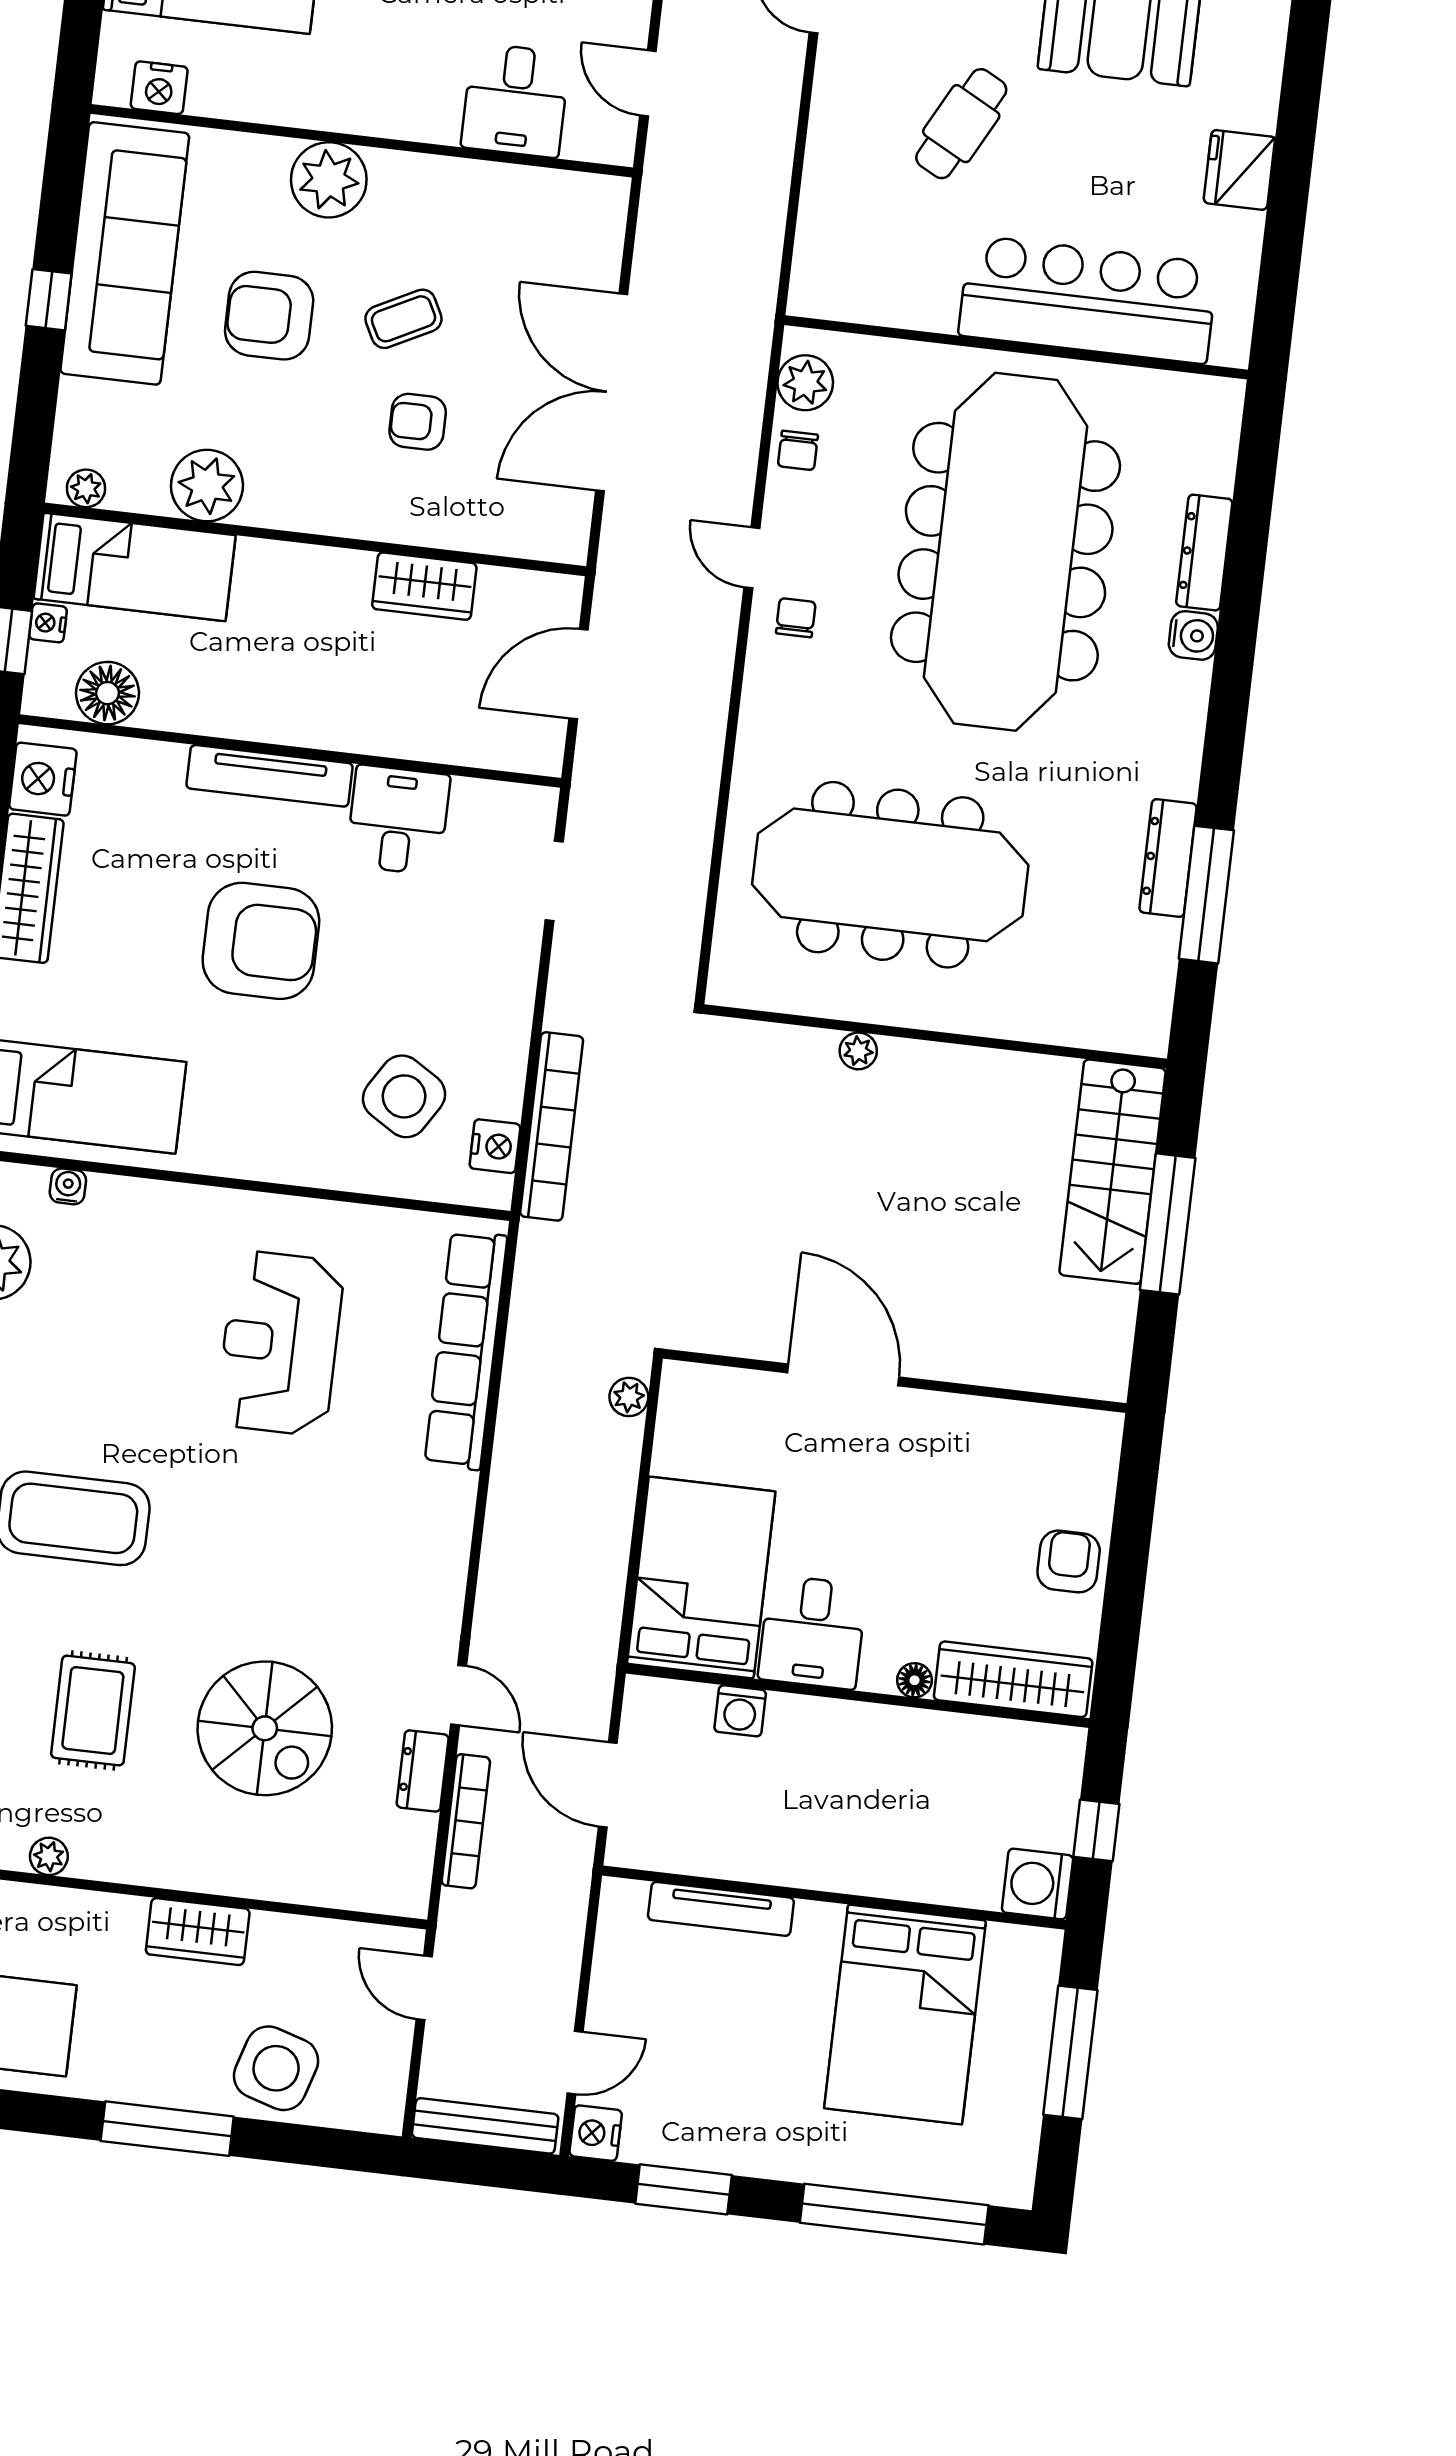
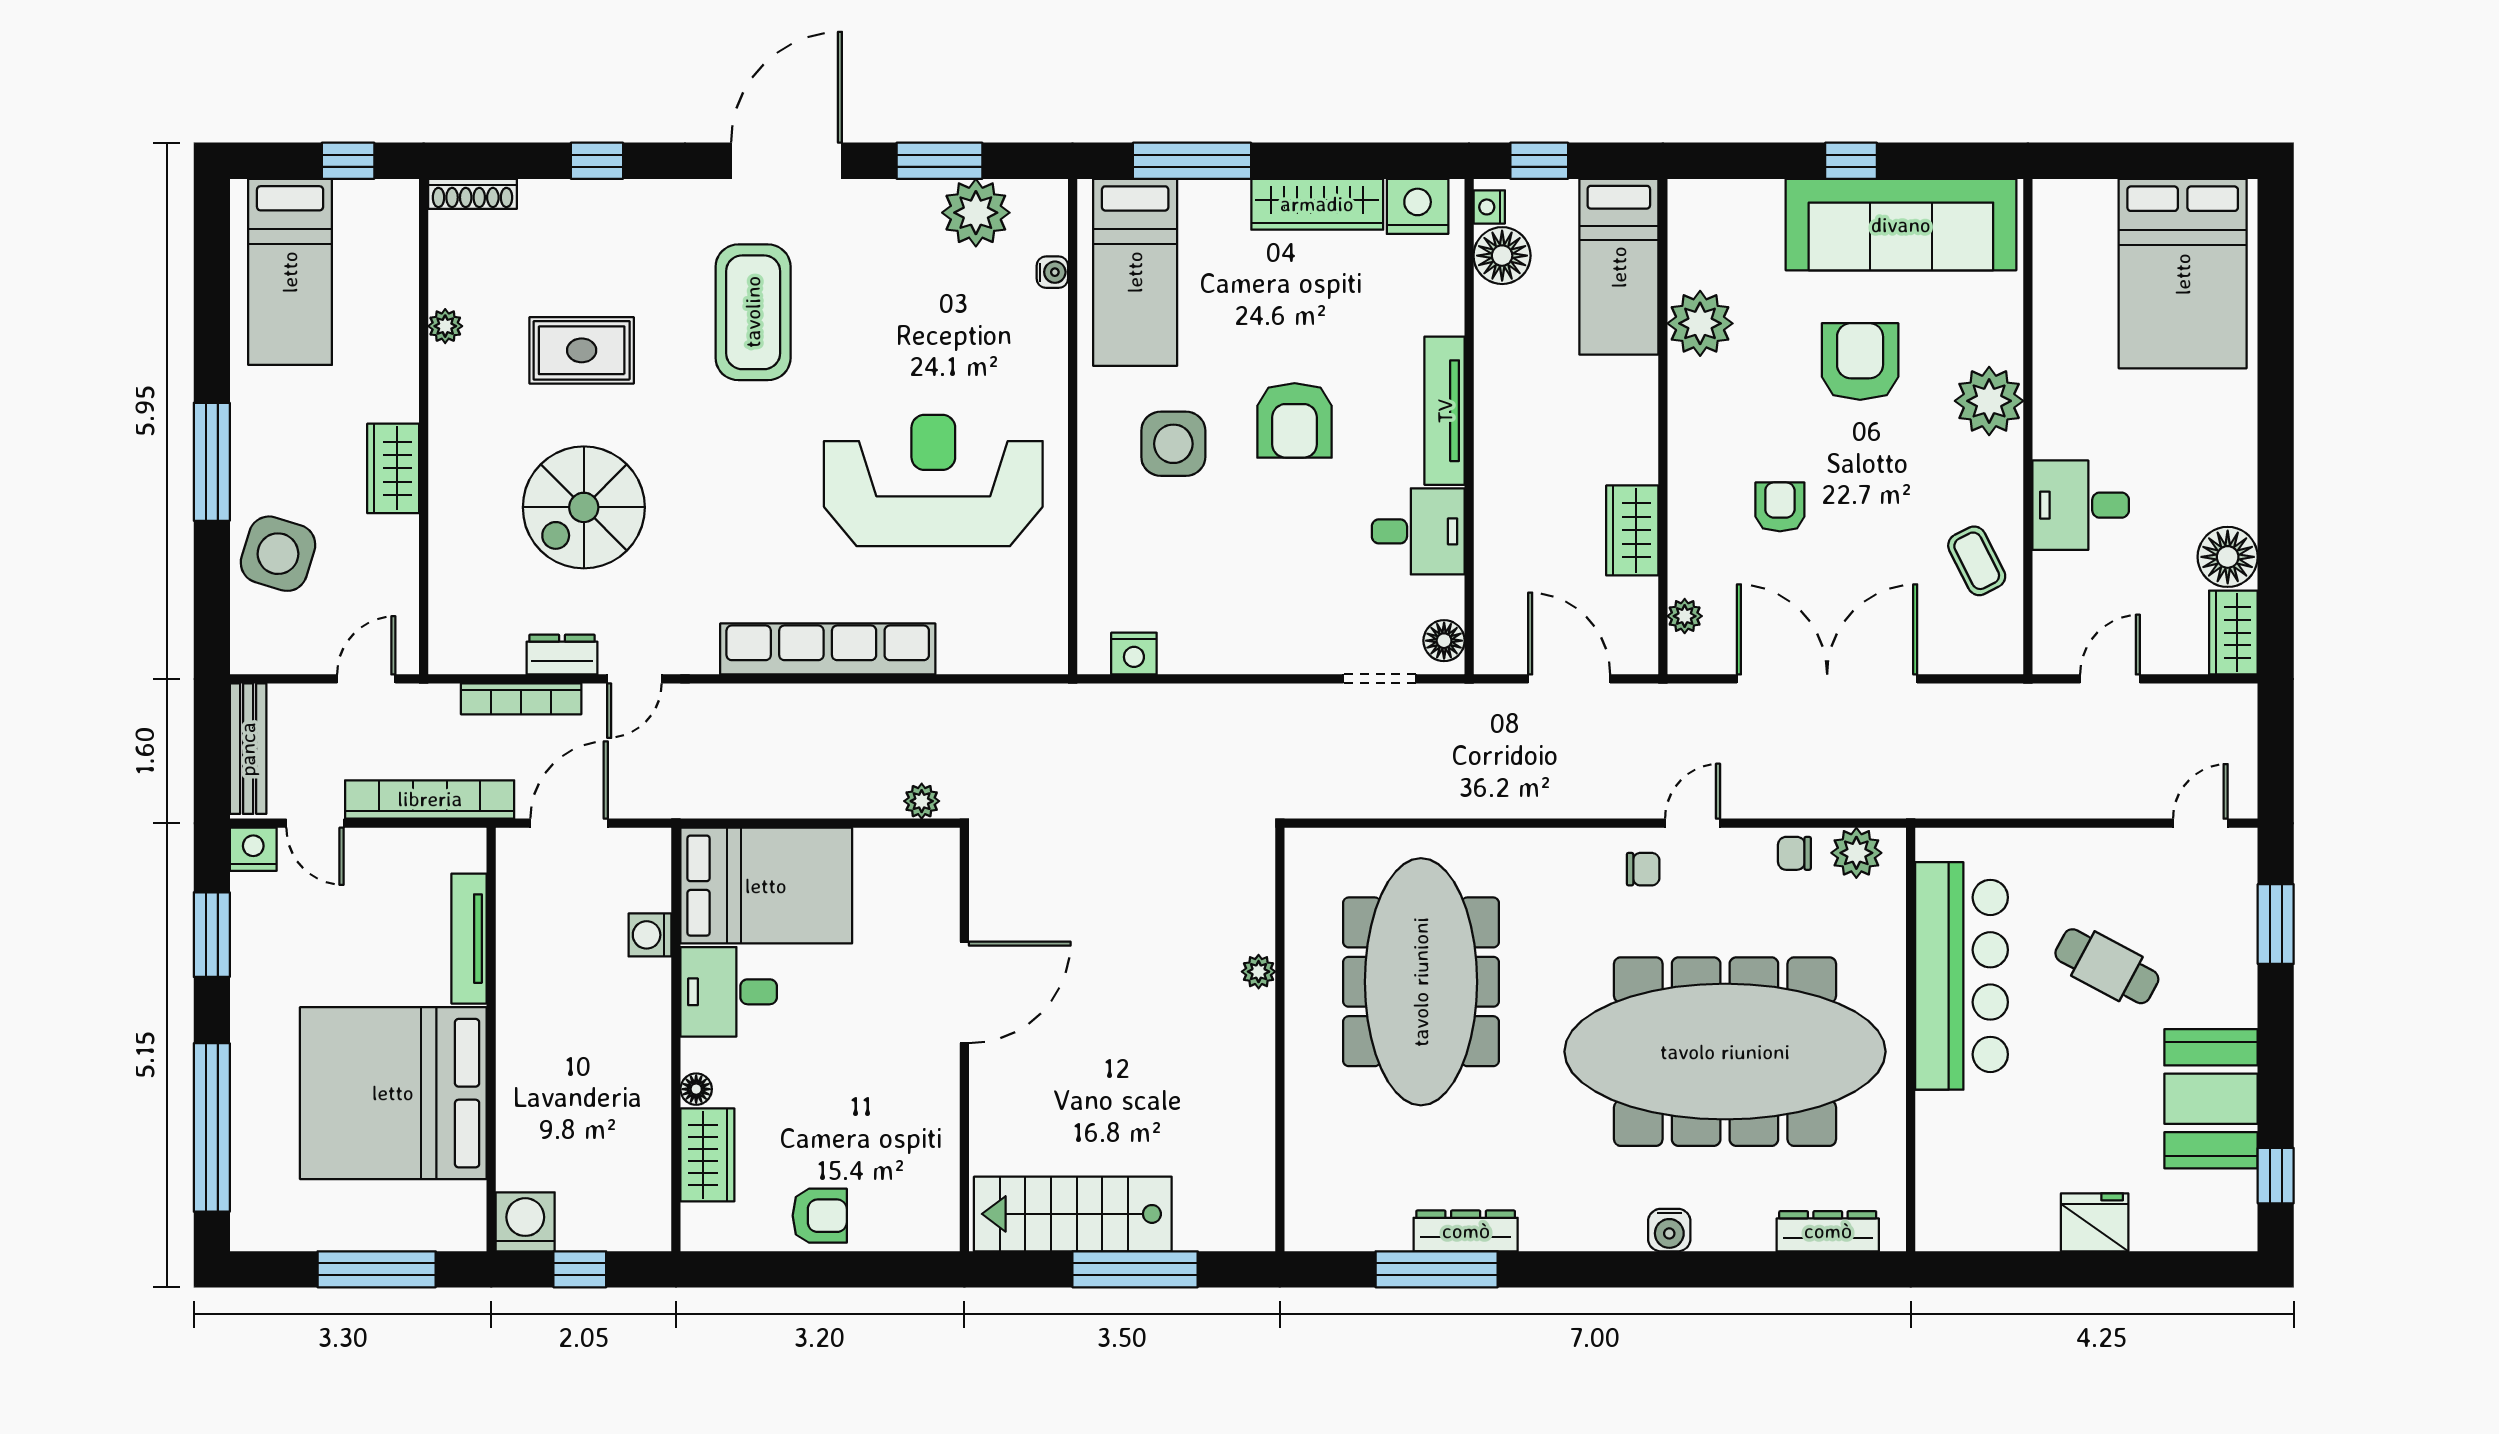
nightstand: (159, 88) -> (2054, 238), removed
desk: (515, 100) -> (2081, 505), moved
bar counter: (1088, 299) -> (1962, 976), moved
coffee table: (403, 319) -> (1977, 561), moved
plant: (86, 488) -> (1685, 616), moved
dresser: (1204, 553) -> (1828, 1231), moved
nightstand: (48, 623) -> (1489, 207), moved, turned -90
floor lamp: (521, 806) -> (1444, 641), added
armchair: (261, 941) -> (1295, 420), width x0.73, depth x0.73
side table: (404, 1096) -> (1173, 444), moved, turned -32
bookcase: (552, 1126) -> (430, 799), moved, turned 180
stairs: (1112, 1172) -> (1073, 1214), moved
reception desk: (280, 1343) -> (933, 481), width x1.36, depth x1.30
row of seats: (466, 1350) -> (828, 649), moved
wardrobe: (1013, 1679) -> (707, 1155), width x0.67
bed: (905, 2014) -> (393, 1093), width x1.36

